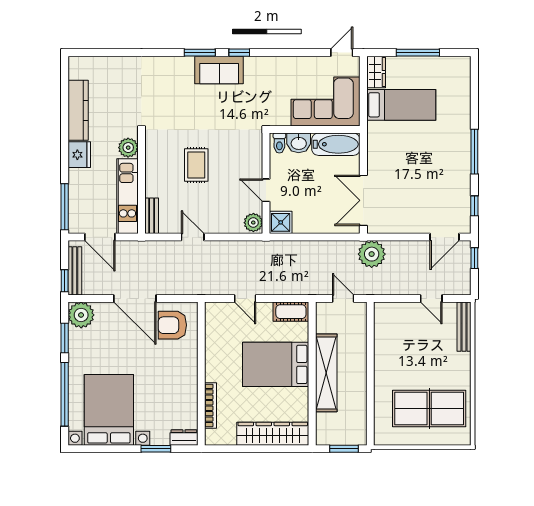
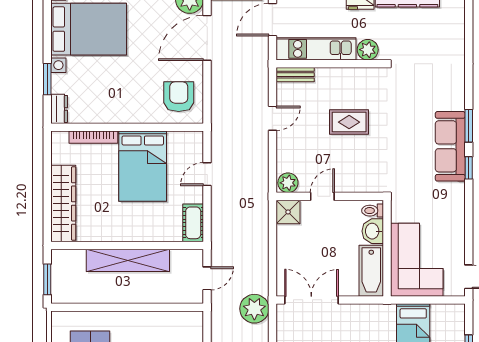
sofa: (219, 70) -> (450, 146), width x1.36
wardrobe: (376, 72) -> (448, 313), removed
door: (135, 298) -> (207, 38), moved
bed: (276, 364) -> (143, 166), moved, turned 180

